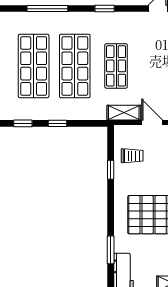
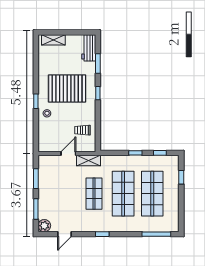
window: (47, 9) -> (156, 234), moved
door: (152, 123) -> (68, 154), swing flipped
window: (111, 170) -> (98, 93), moved

